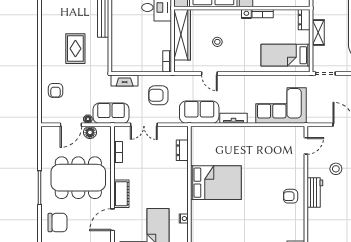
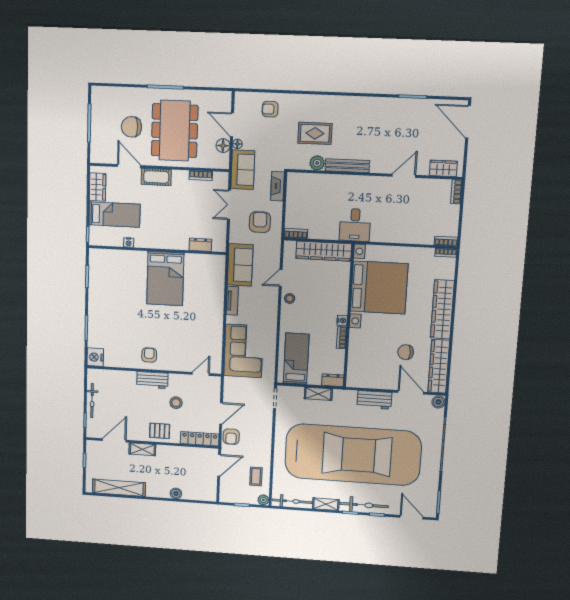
stool: (217, 42) -> (290, 298), moved
plant: (102, 45) -> (317, 163), added
door: (306, 146) -> (201, 374), swing flipped
chair: (58, 223) -> (131, 127), moved, turned 90

